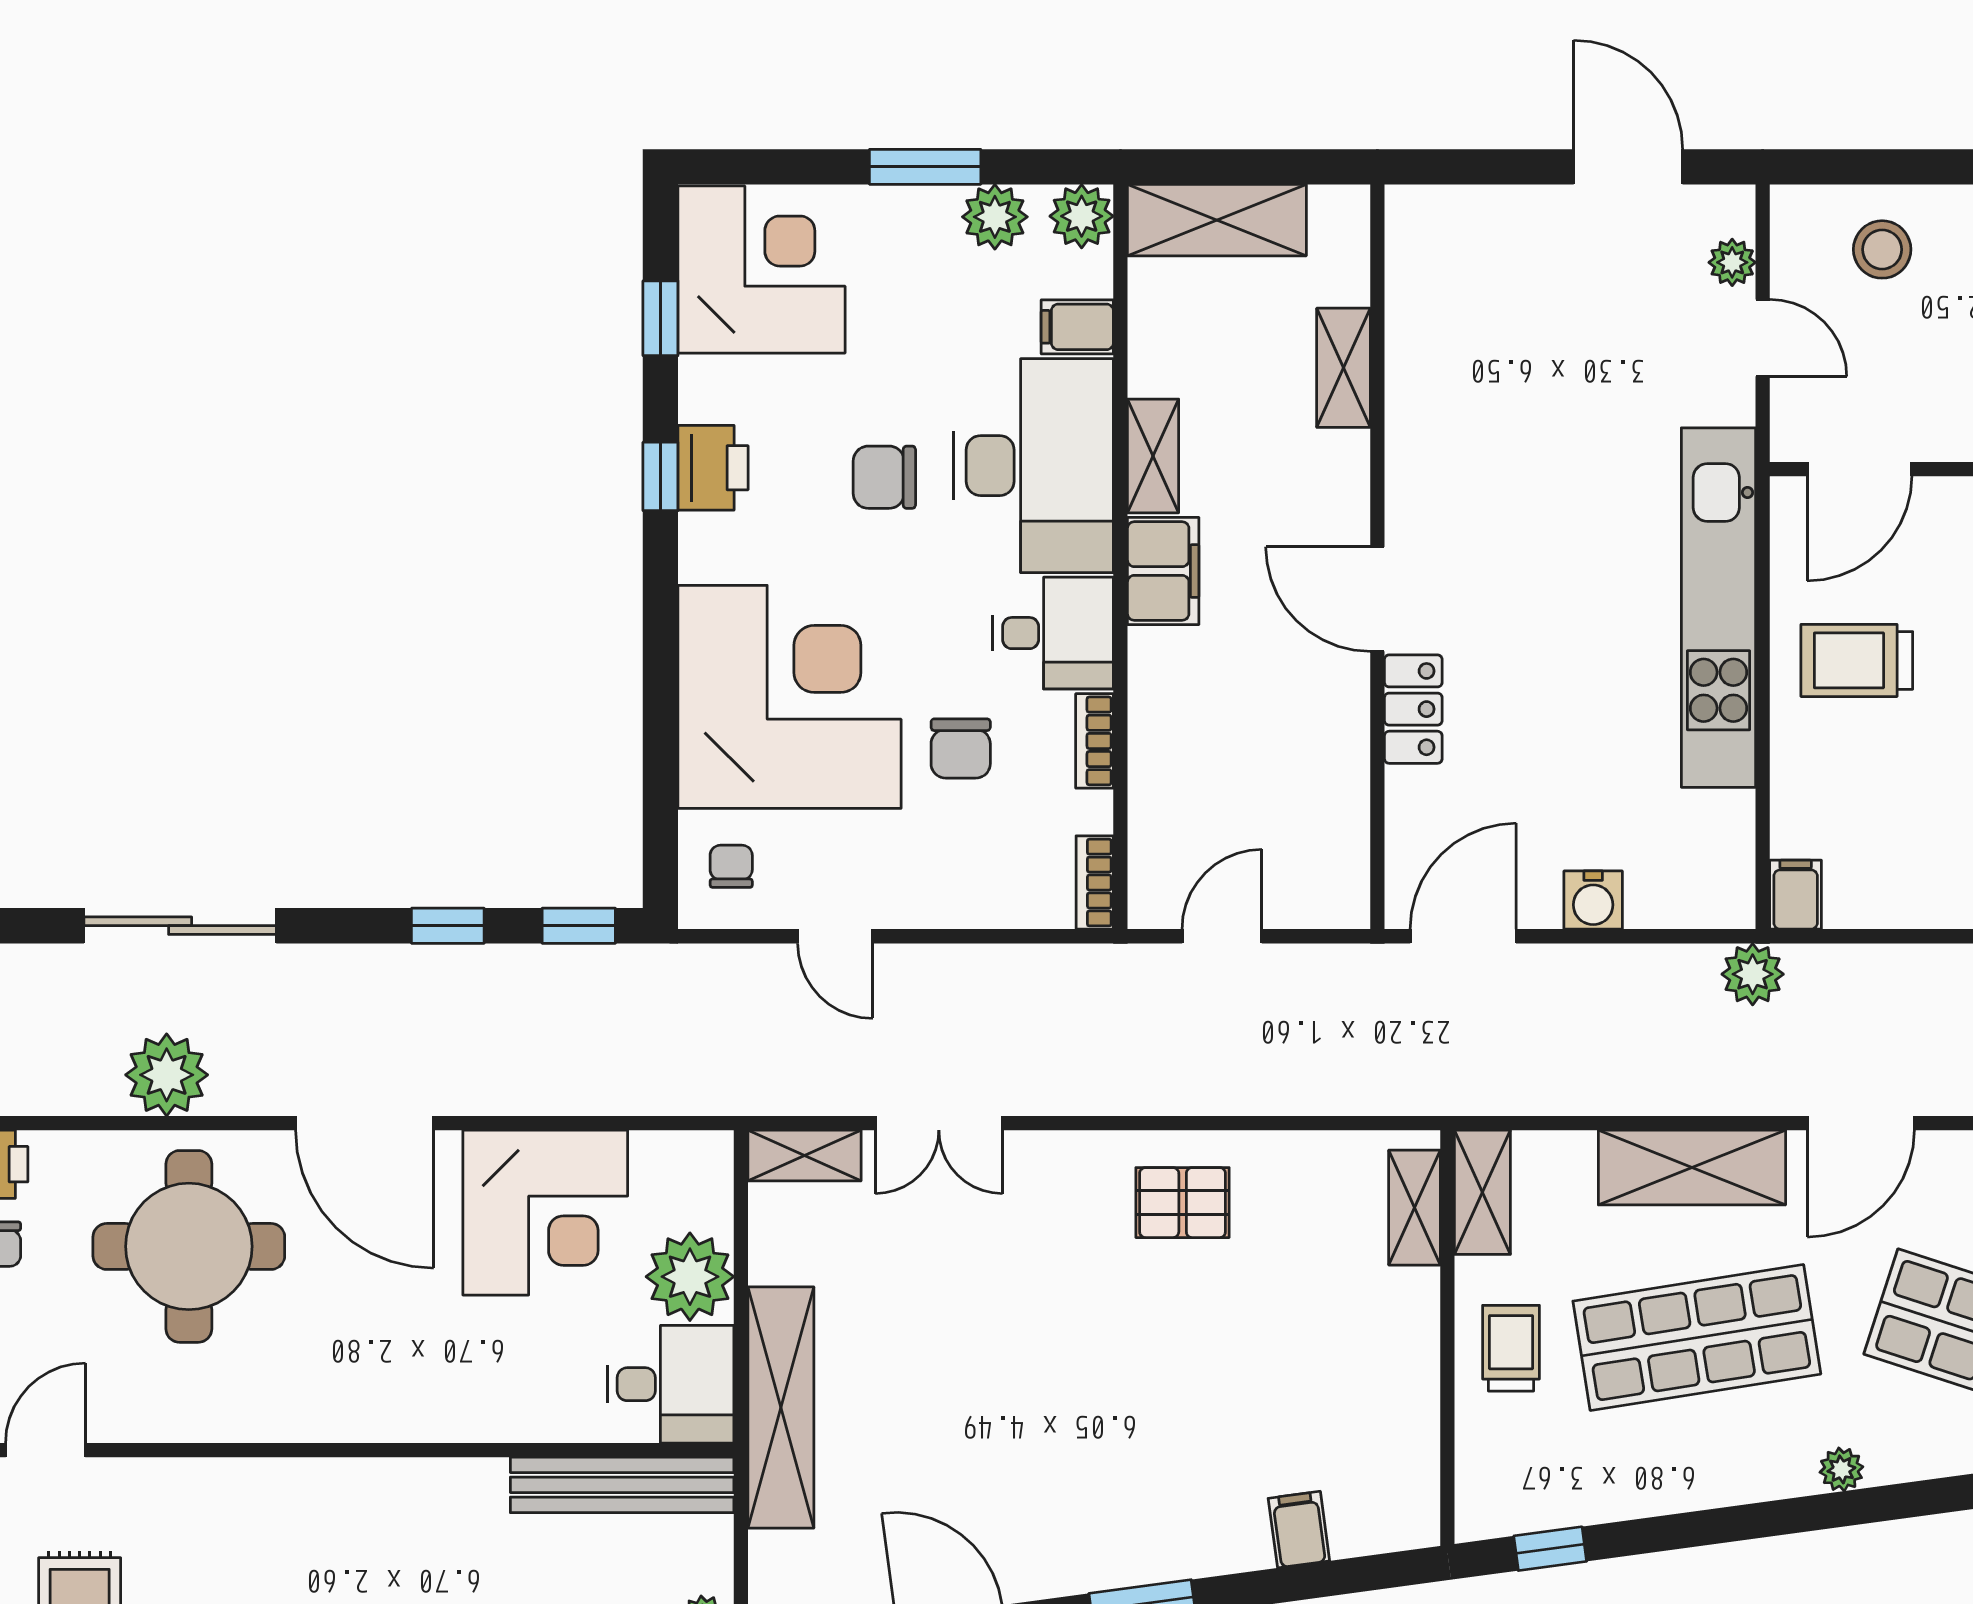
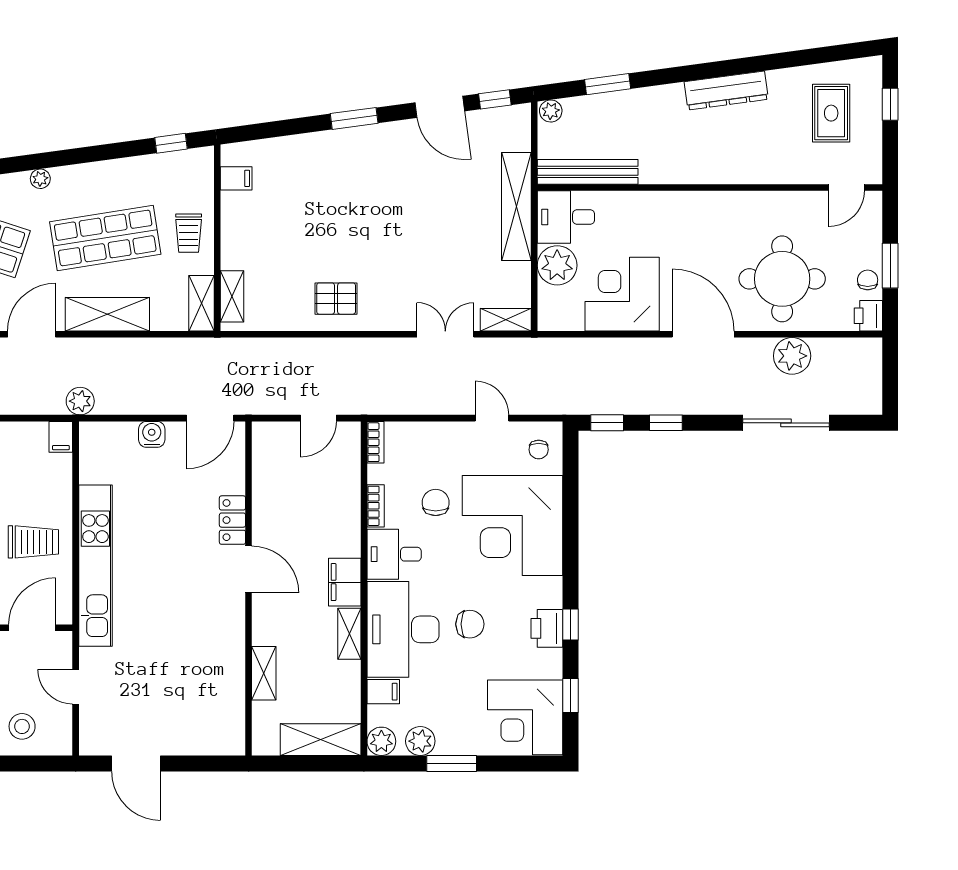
plant: (1732, 262) -> (89, 721), removed
filing cabinet: (1299, 1530) -> (236, 178), moved, turned -82

